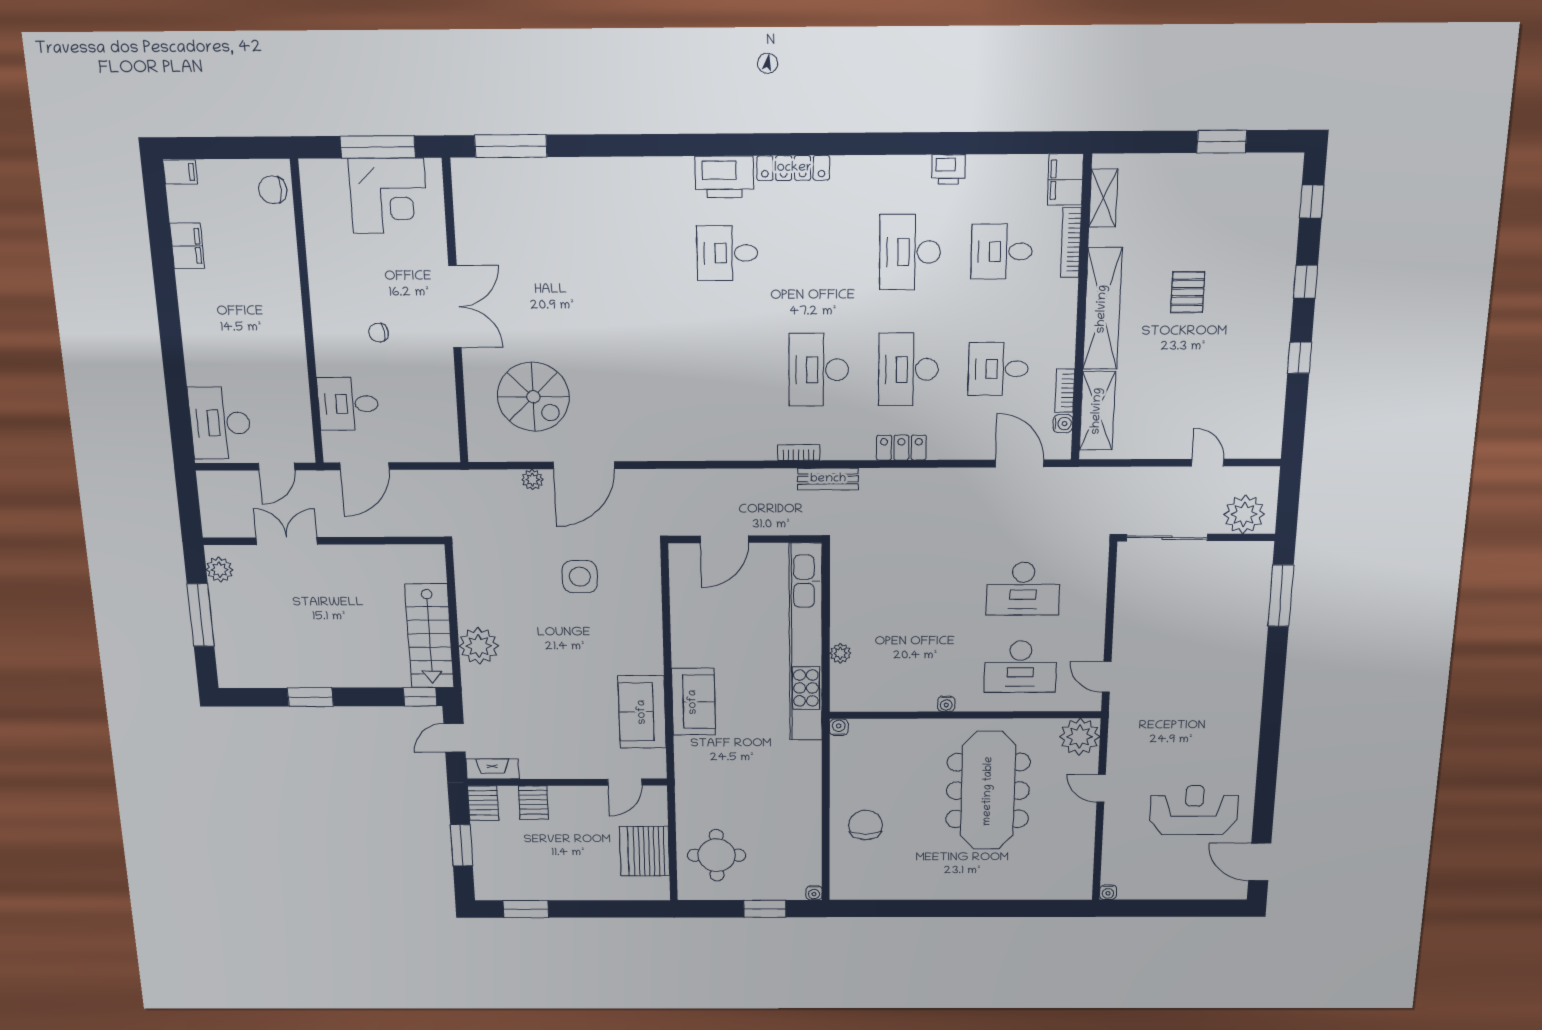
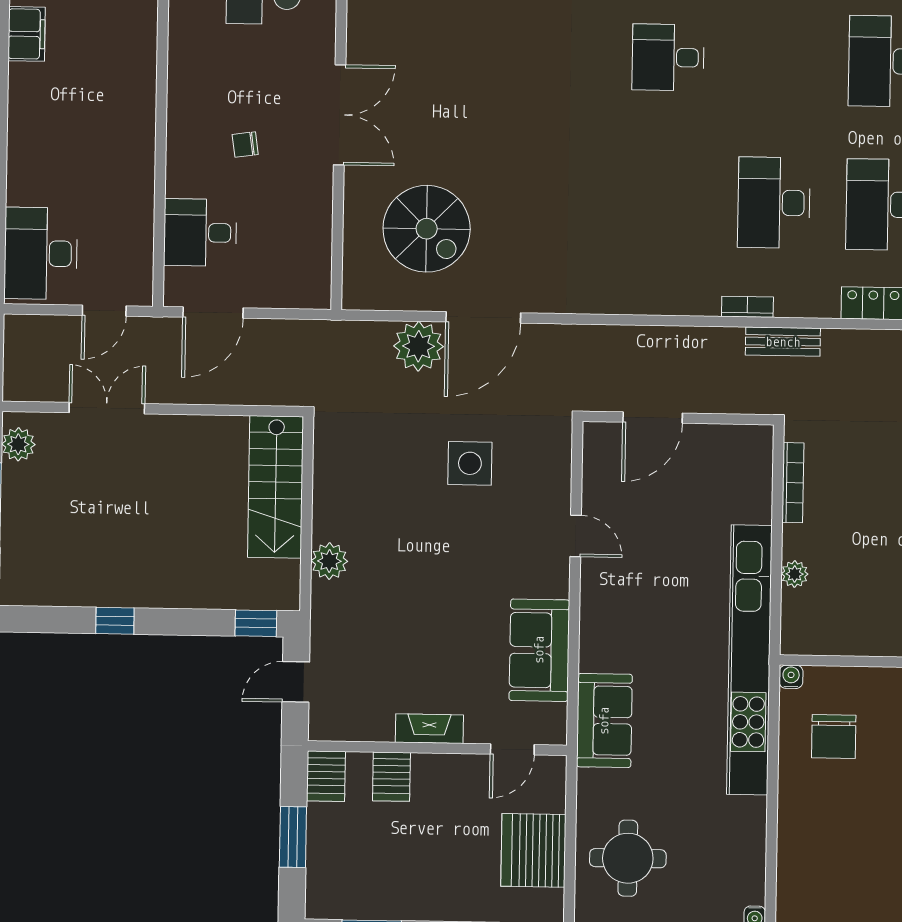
plant: (532, 480) -> (419, 346), width x1.88, depth x1.88
bookcase: (838, 586) -> (793, 483), added
door: (667, 629) -> (576, 536), added
stairs: (429, 636) -> (276, 487), moved
kitchen unit: (806, 643) -> (749, 660), moved
plant: (479, 646) -> (329, 561), width x0.73, depth x0.73
window: (310, 697) -> (115, 621), width x0.67
sofa: (693, 702) -> (604, 721), moved
fireplace: (493, 769) -> (429, 729), moved
chair: (866, 825) -> (834, 737), moved, turned 180

